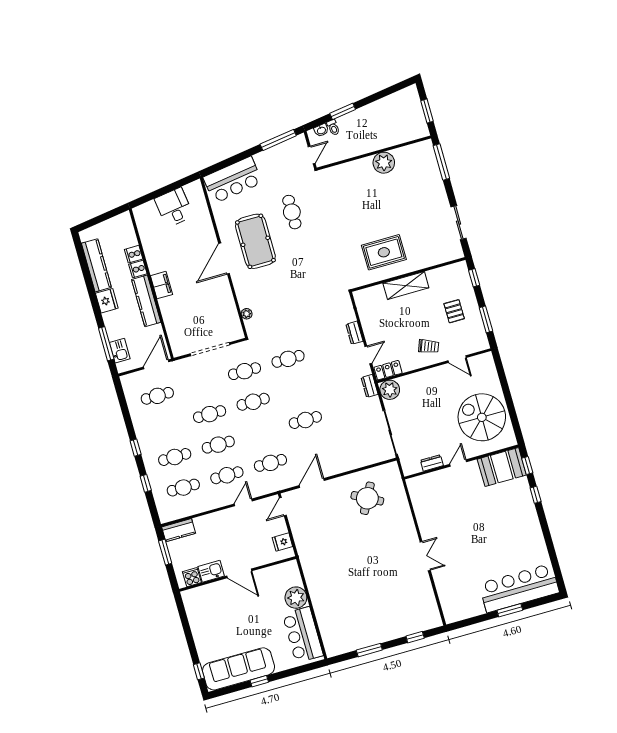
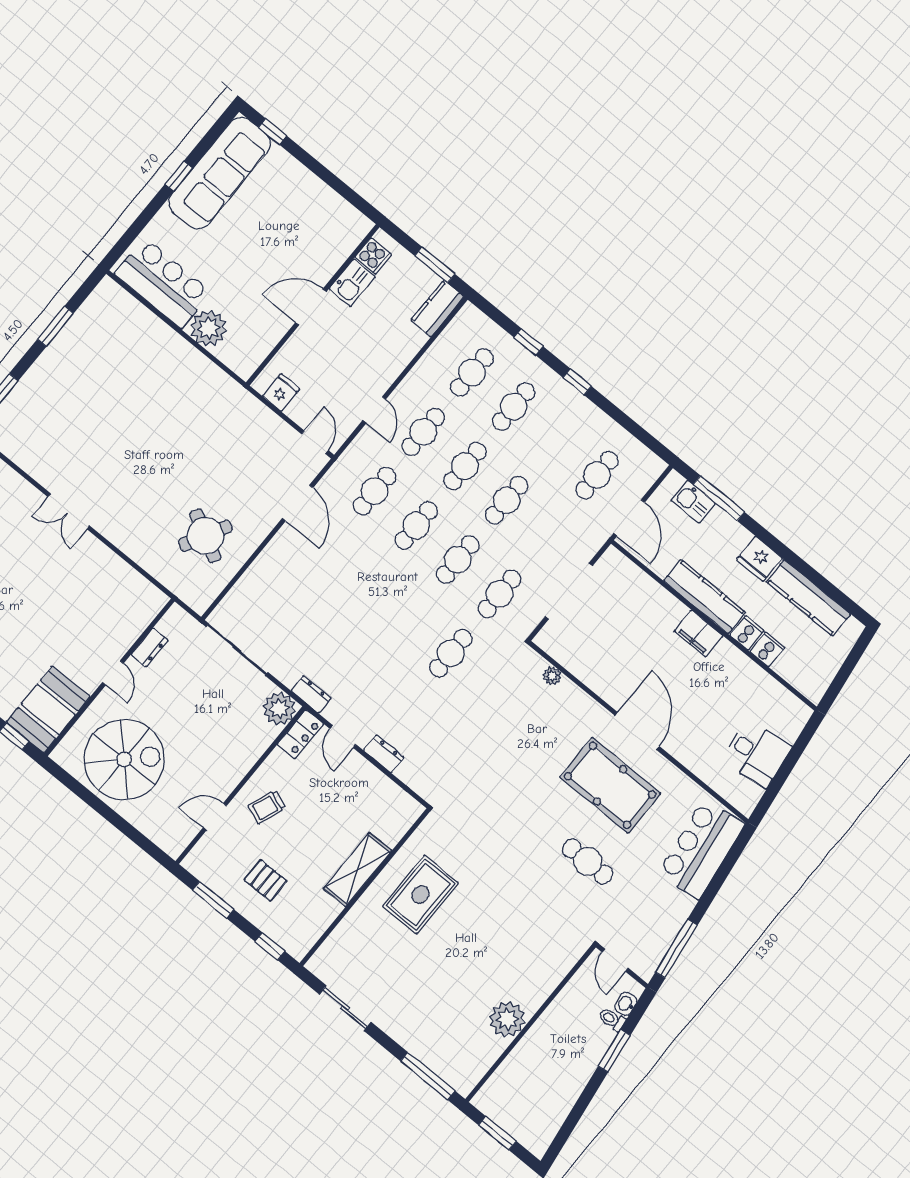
cafe table: (305, 420) -> (416, 525), moved

